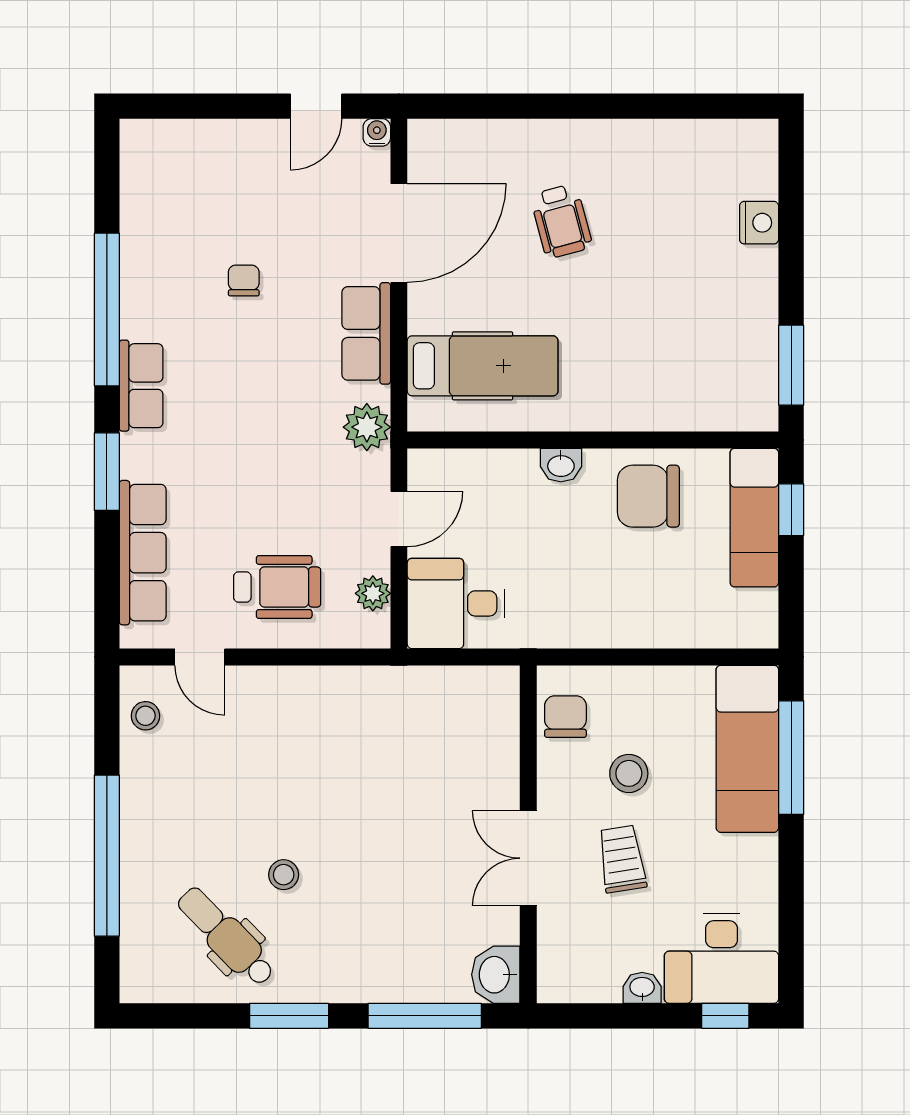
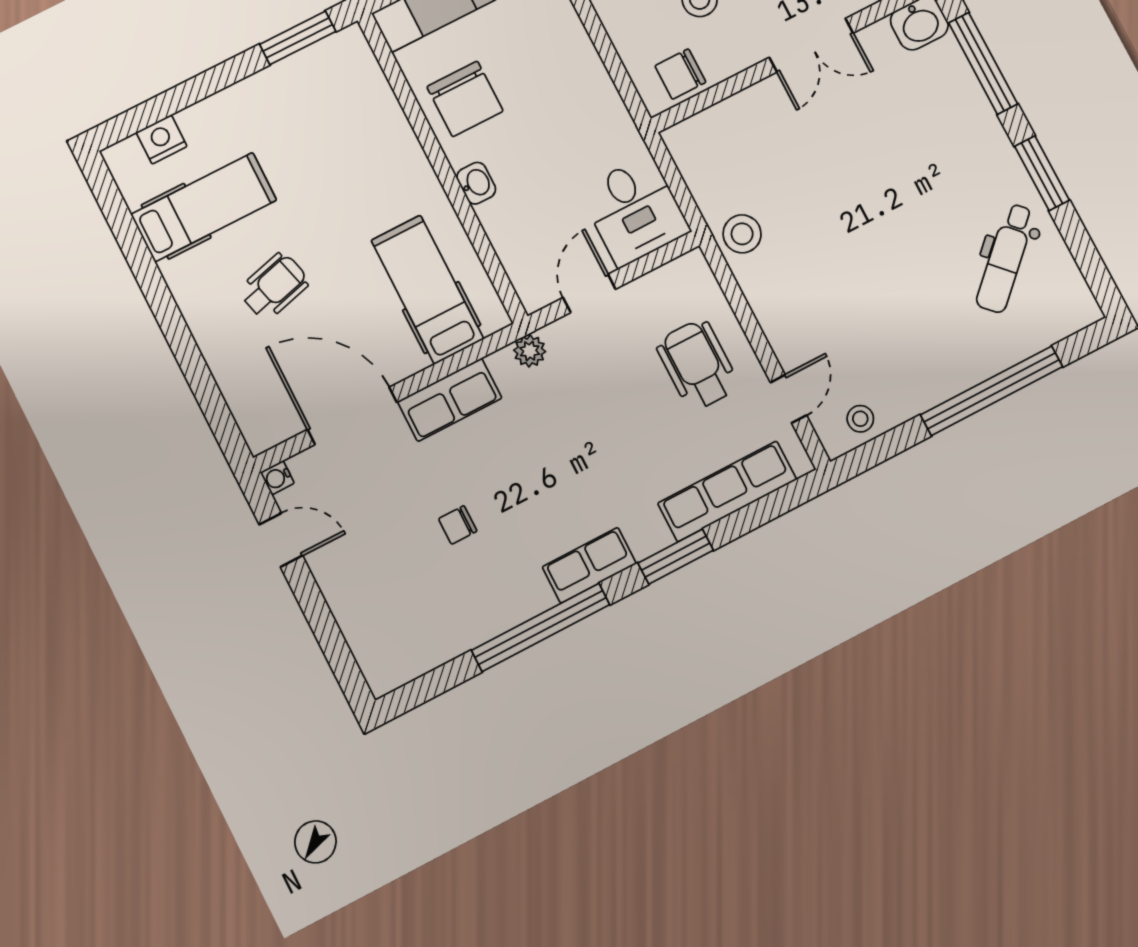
hospital bed: (672, 192) -> (204, 207), added
nightstand: (759, 223) -> (162, 139), moved
plant: (367, 427) -> (530, 351), width x0.73, depth x0.73
door: (399, 519) -> (589, 293), hinge flipped
plant: (373, 593) -> (662, 283), removed
stool: (284, 875) -> (742, 234), moved, width x1.37, depth x1.37

